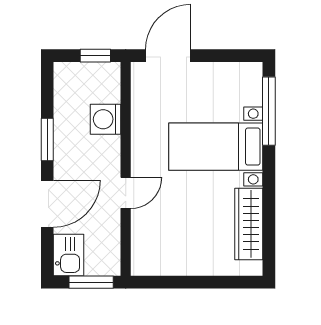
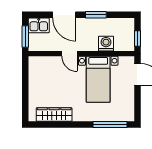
bed with nightstands: (216, 147) -> (98, 79), moved, turned 180

